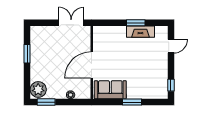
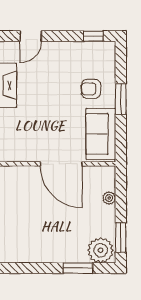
door: (171, 46) -> (31, 36), swing flipped
window: (27, 54) -> (78, 268), moved
armchair: (138, 84) -> (91, 89), added

